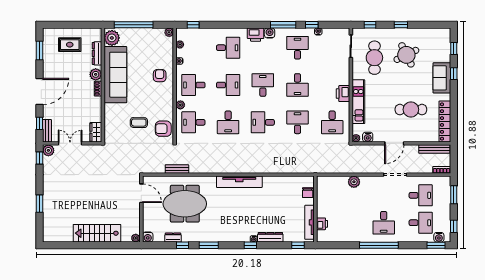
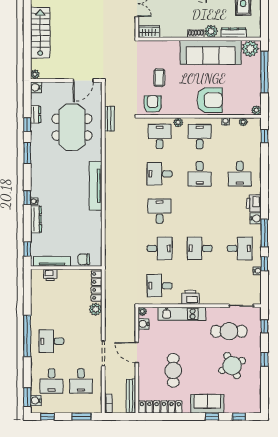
armchair: (160, 76) -> (210, 100), width x1.88, depth x1.88
desk: (263, 85) -> (200, 211), removed
locker: (332, 181) -> (97, 286), added

